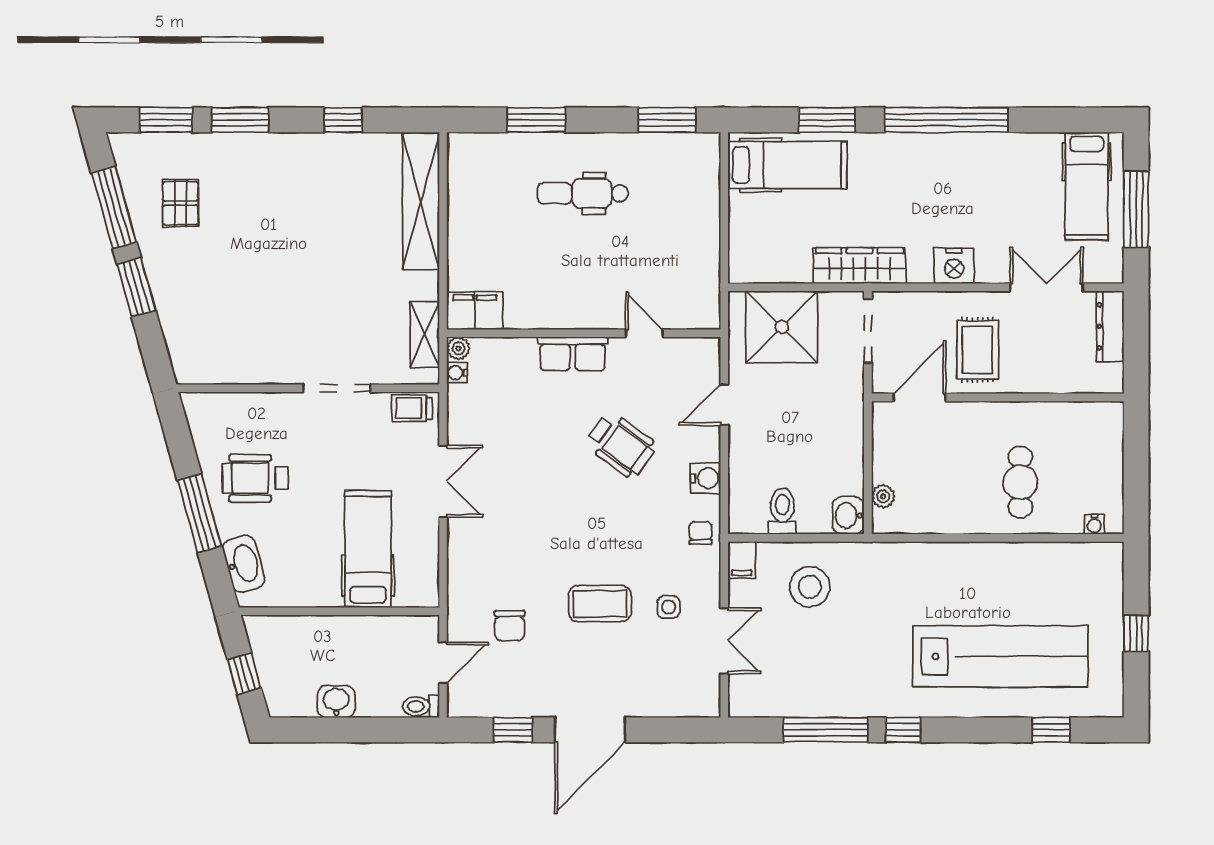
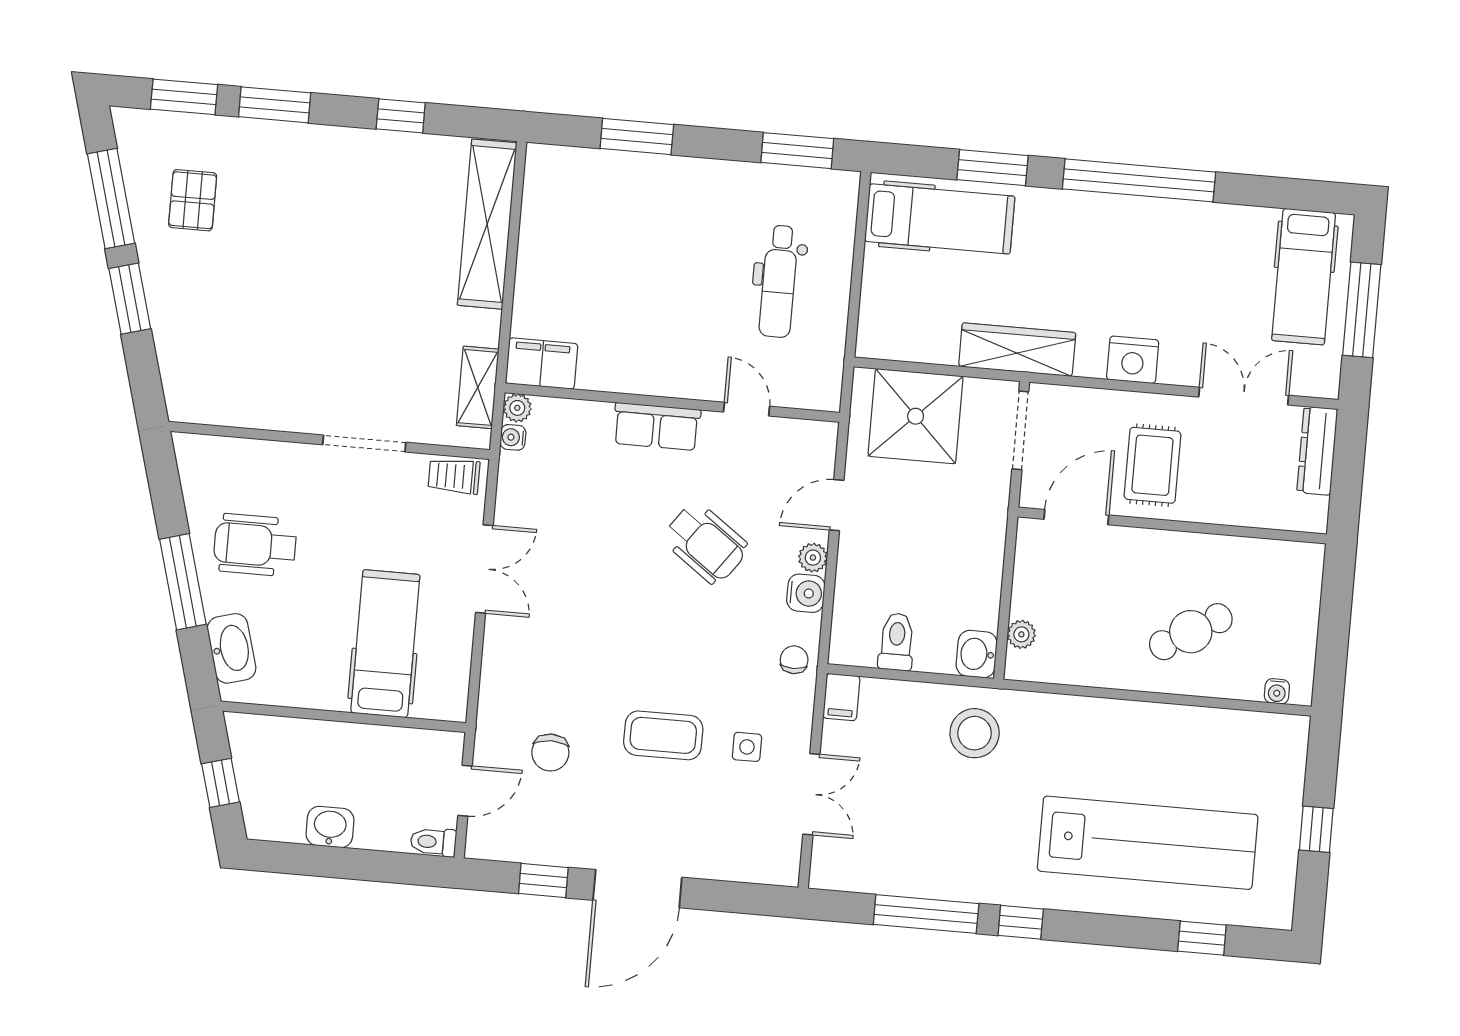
dental chair: (583, 193) -> (779, 281), moved, turned -90
plant: (709, 449) -> (813, 558), added
cafe table: (1020, 482) -> (1191, 632), turned 59
stool: (810, 587) -> (975, 733), moved

